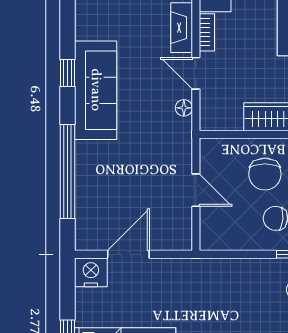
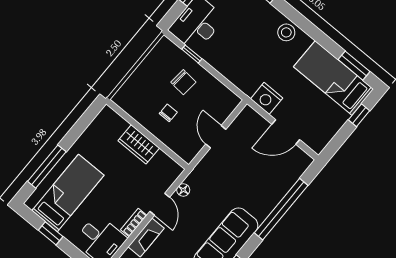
chair: (265, 174) -> (168, 113), width x0.54, depth x0.54
nightstand: (91, 272) -> (267, 98), moved

